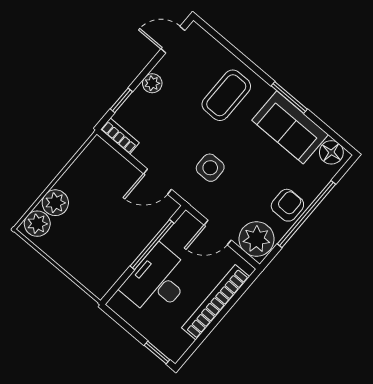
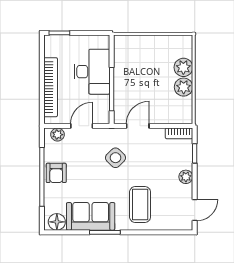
side table: (210, 168) -> (115, 158), turned 45
plant: (37, 224) -> (184, 87), moved
plant: (256, 239) -> (57, 135), width x0.53, depth x0.53

